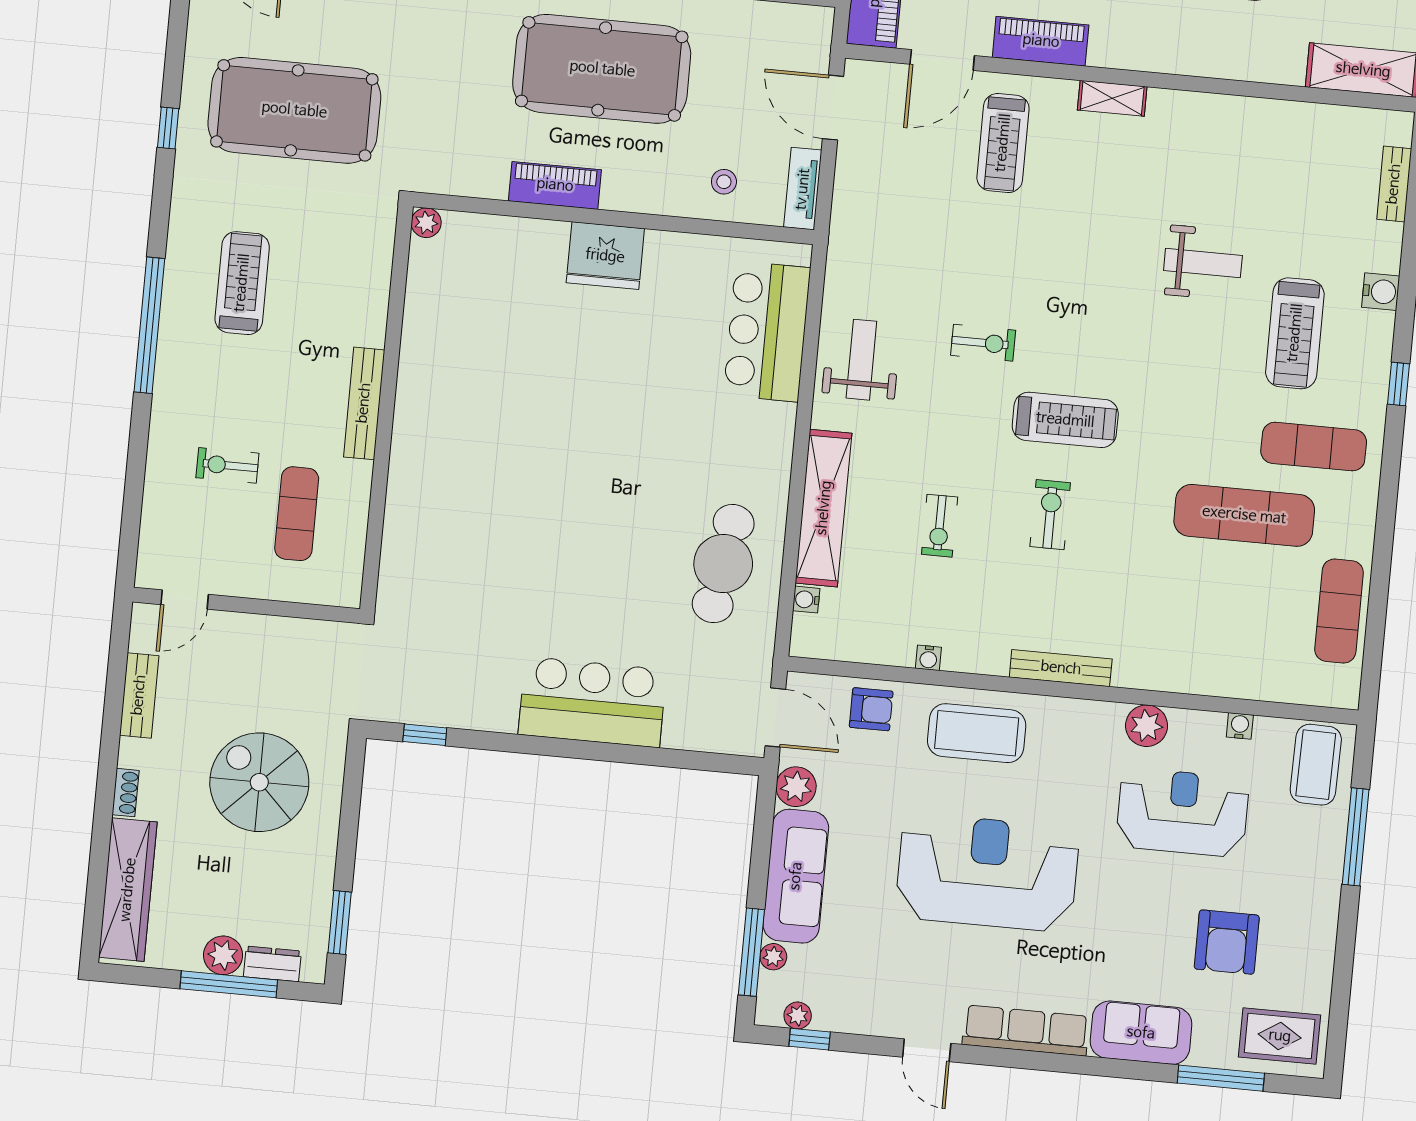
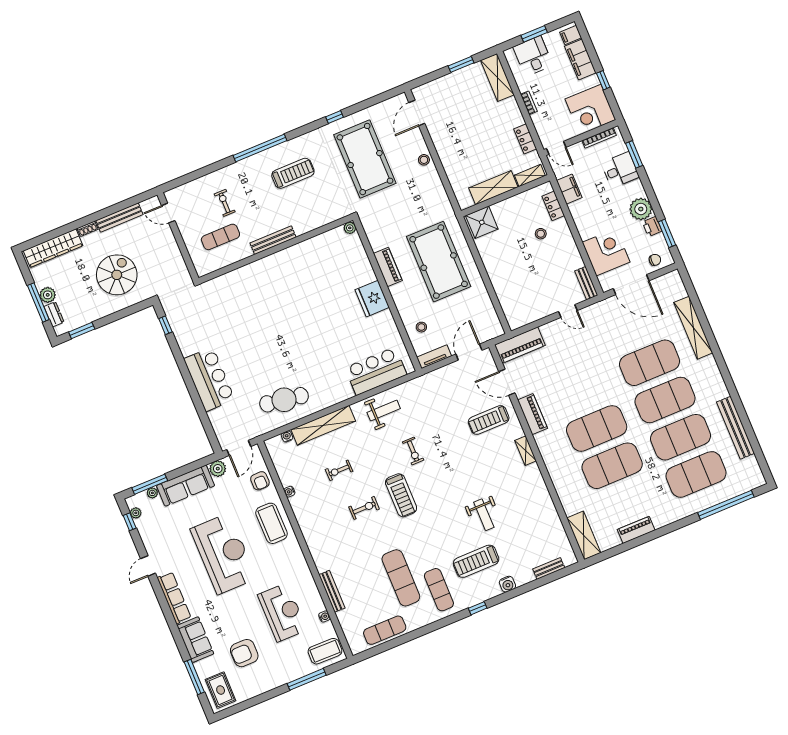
bench: (1061, 668) -> (332, 591), moved
bench: (139, 695) -> (119, 217), width x1.36
plant: (1147, 726) -> (307, 583), removed

